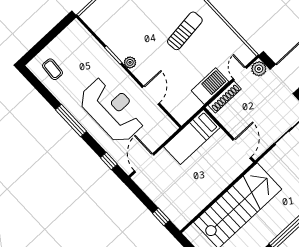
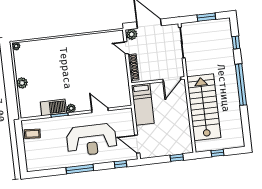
sun lounger: (185, 31) -> (77, 62), removed
coffee table: (53, 69) -> (32, 134), moved
barbecue: (210, 86) -> (53, 107), moved, turned 90
reception desk: (112, 110) -> (92, 140), turned 180
door: (242, 149) -> (172, 79), swing flipped

